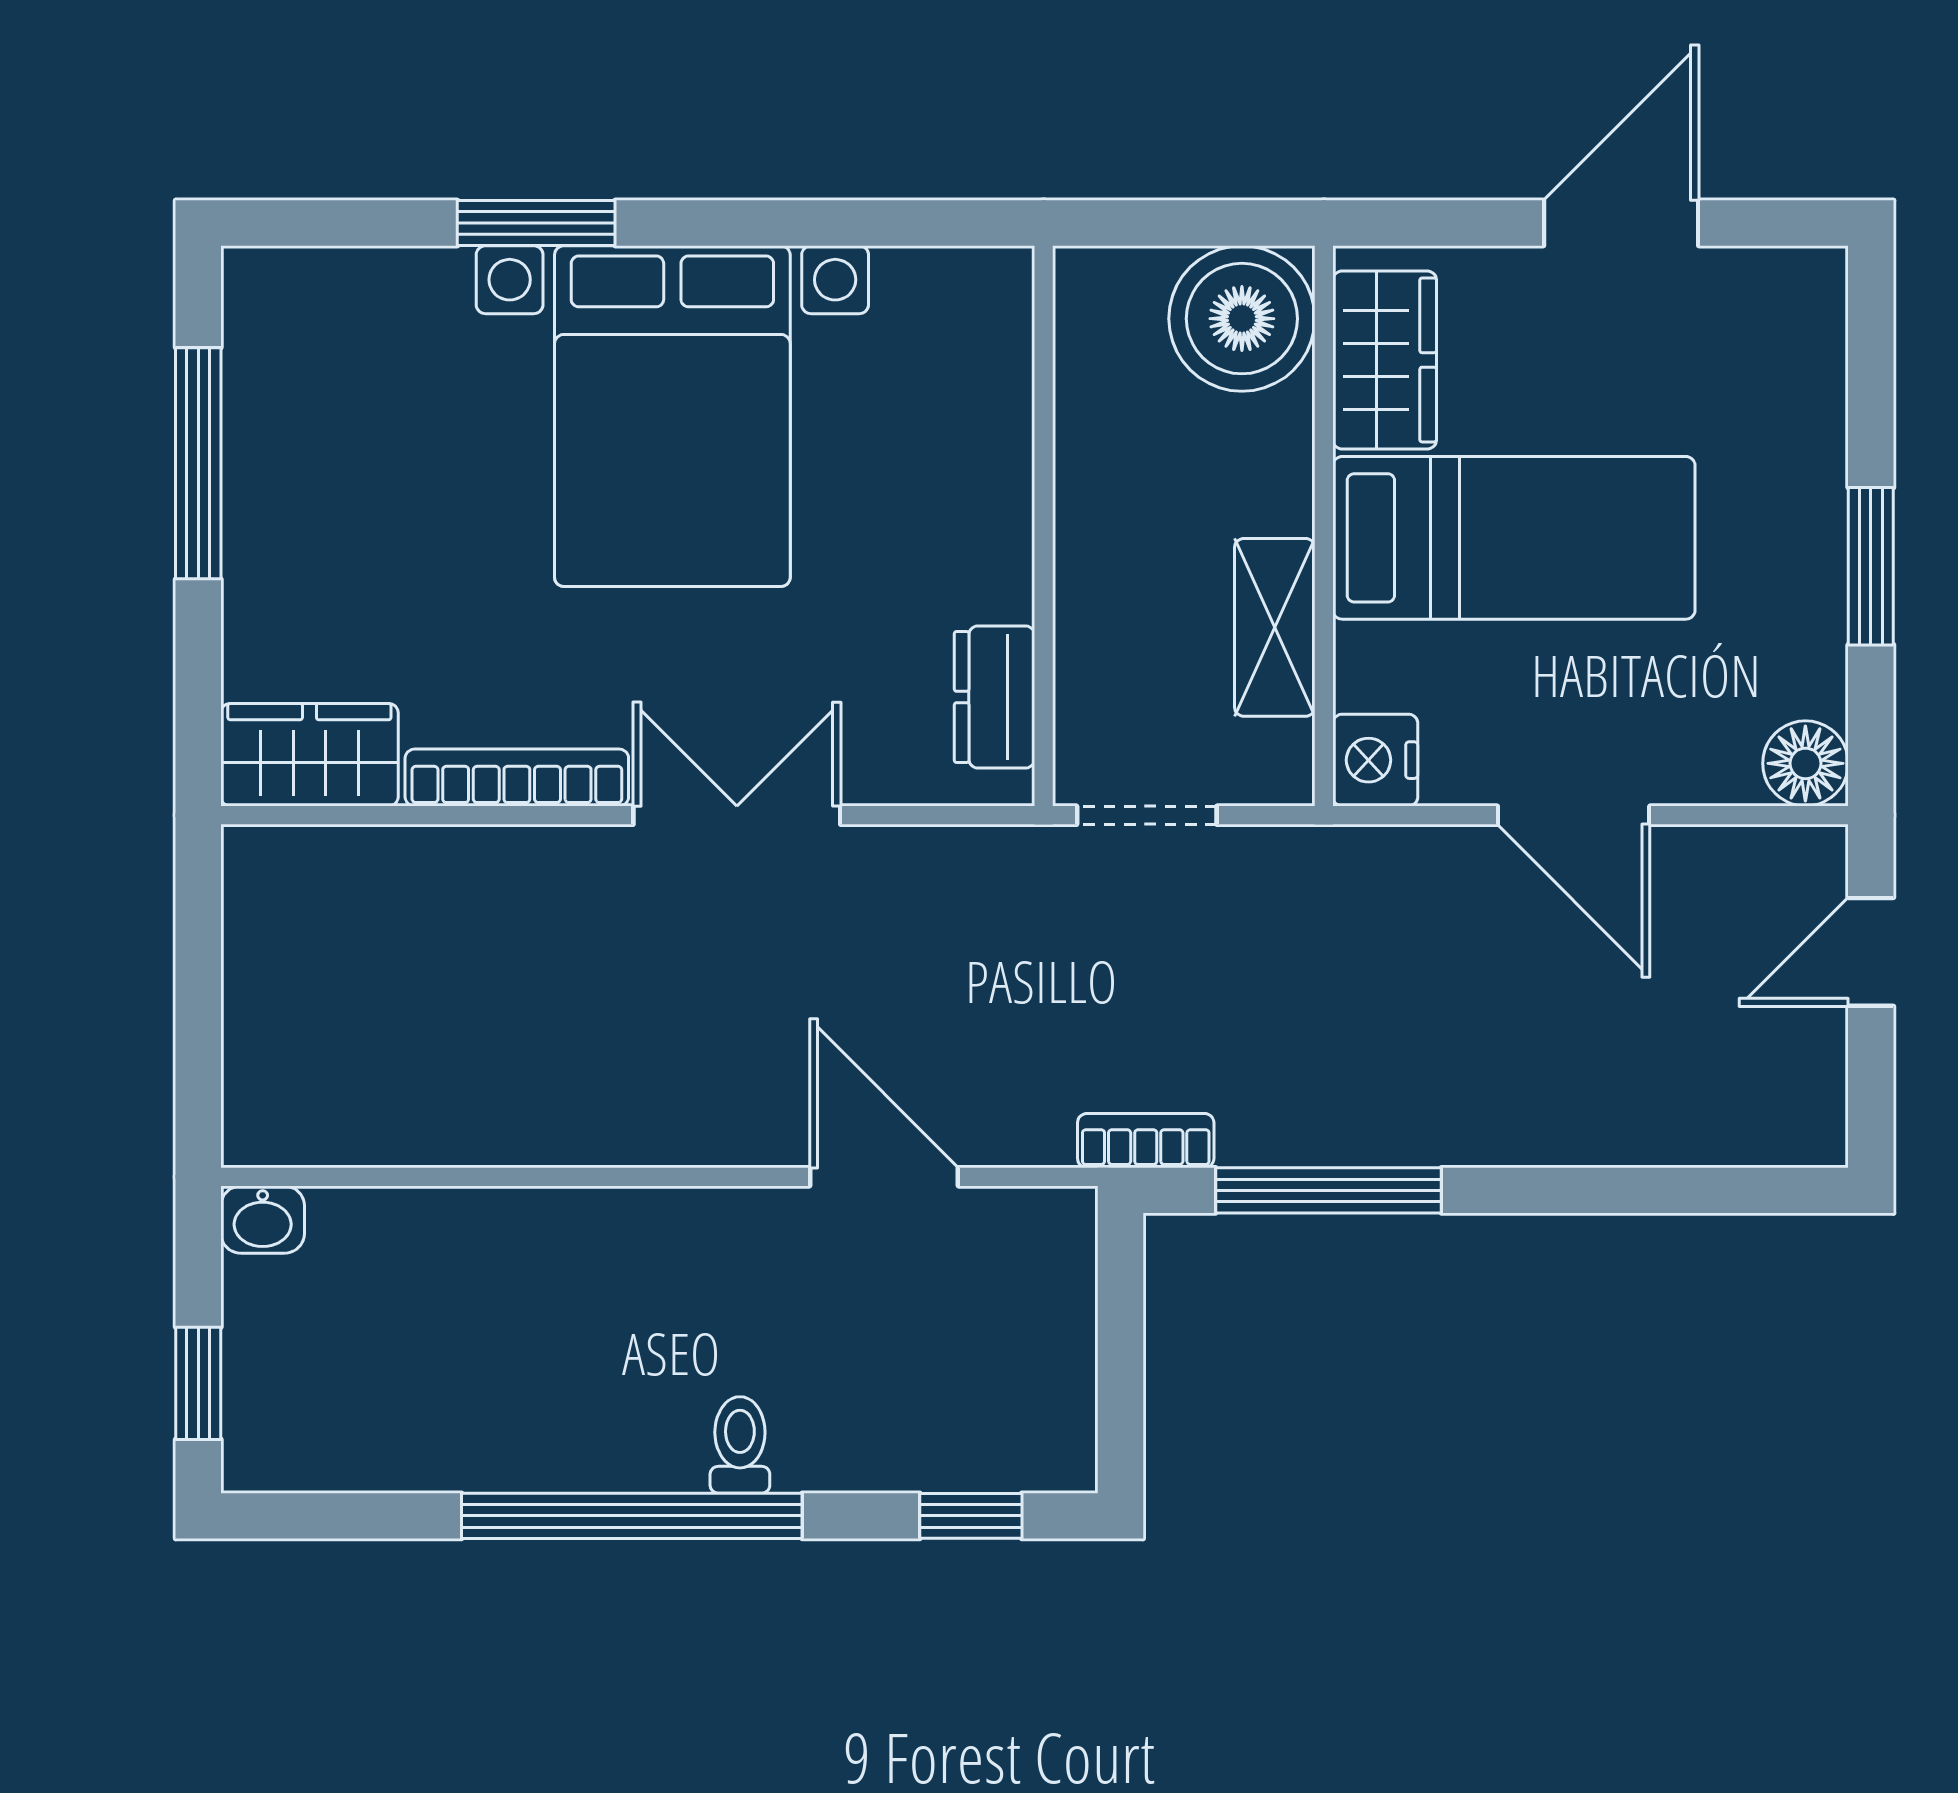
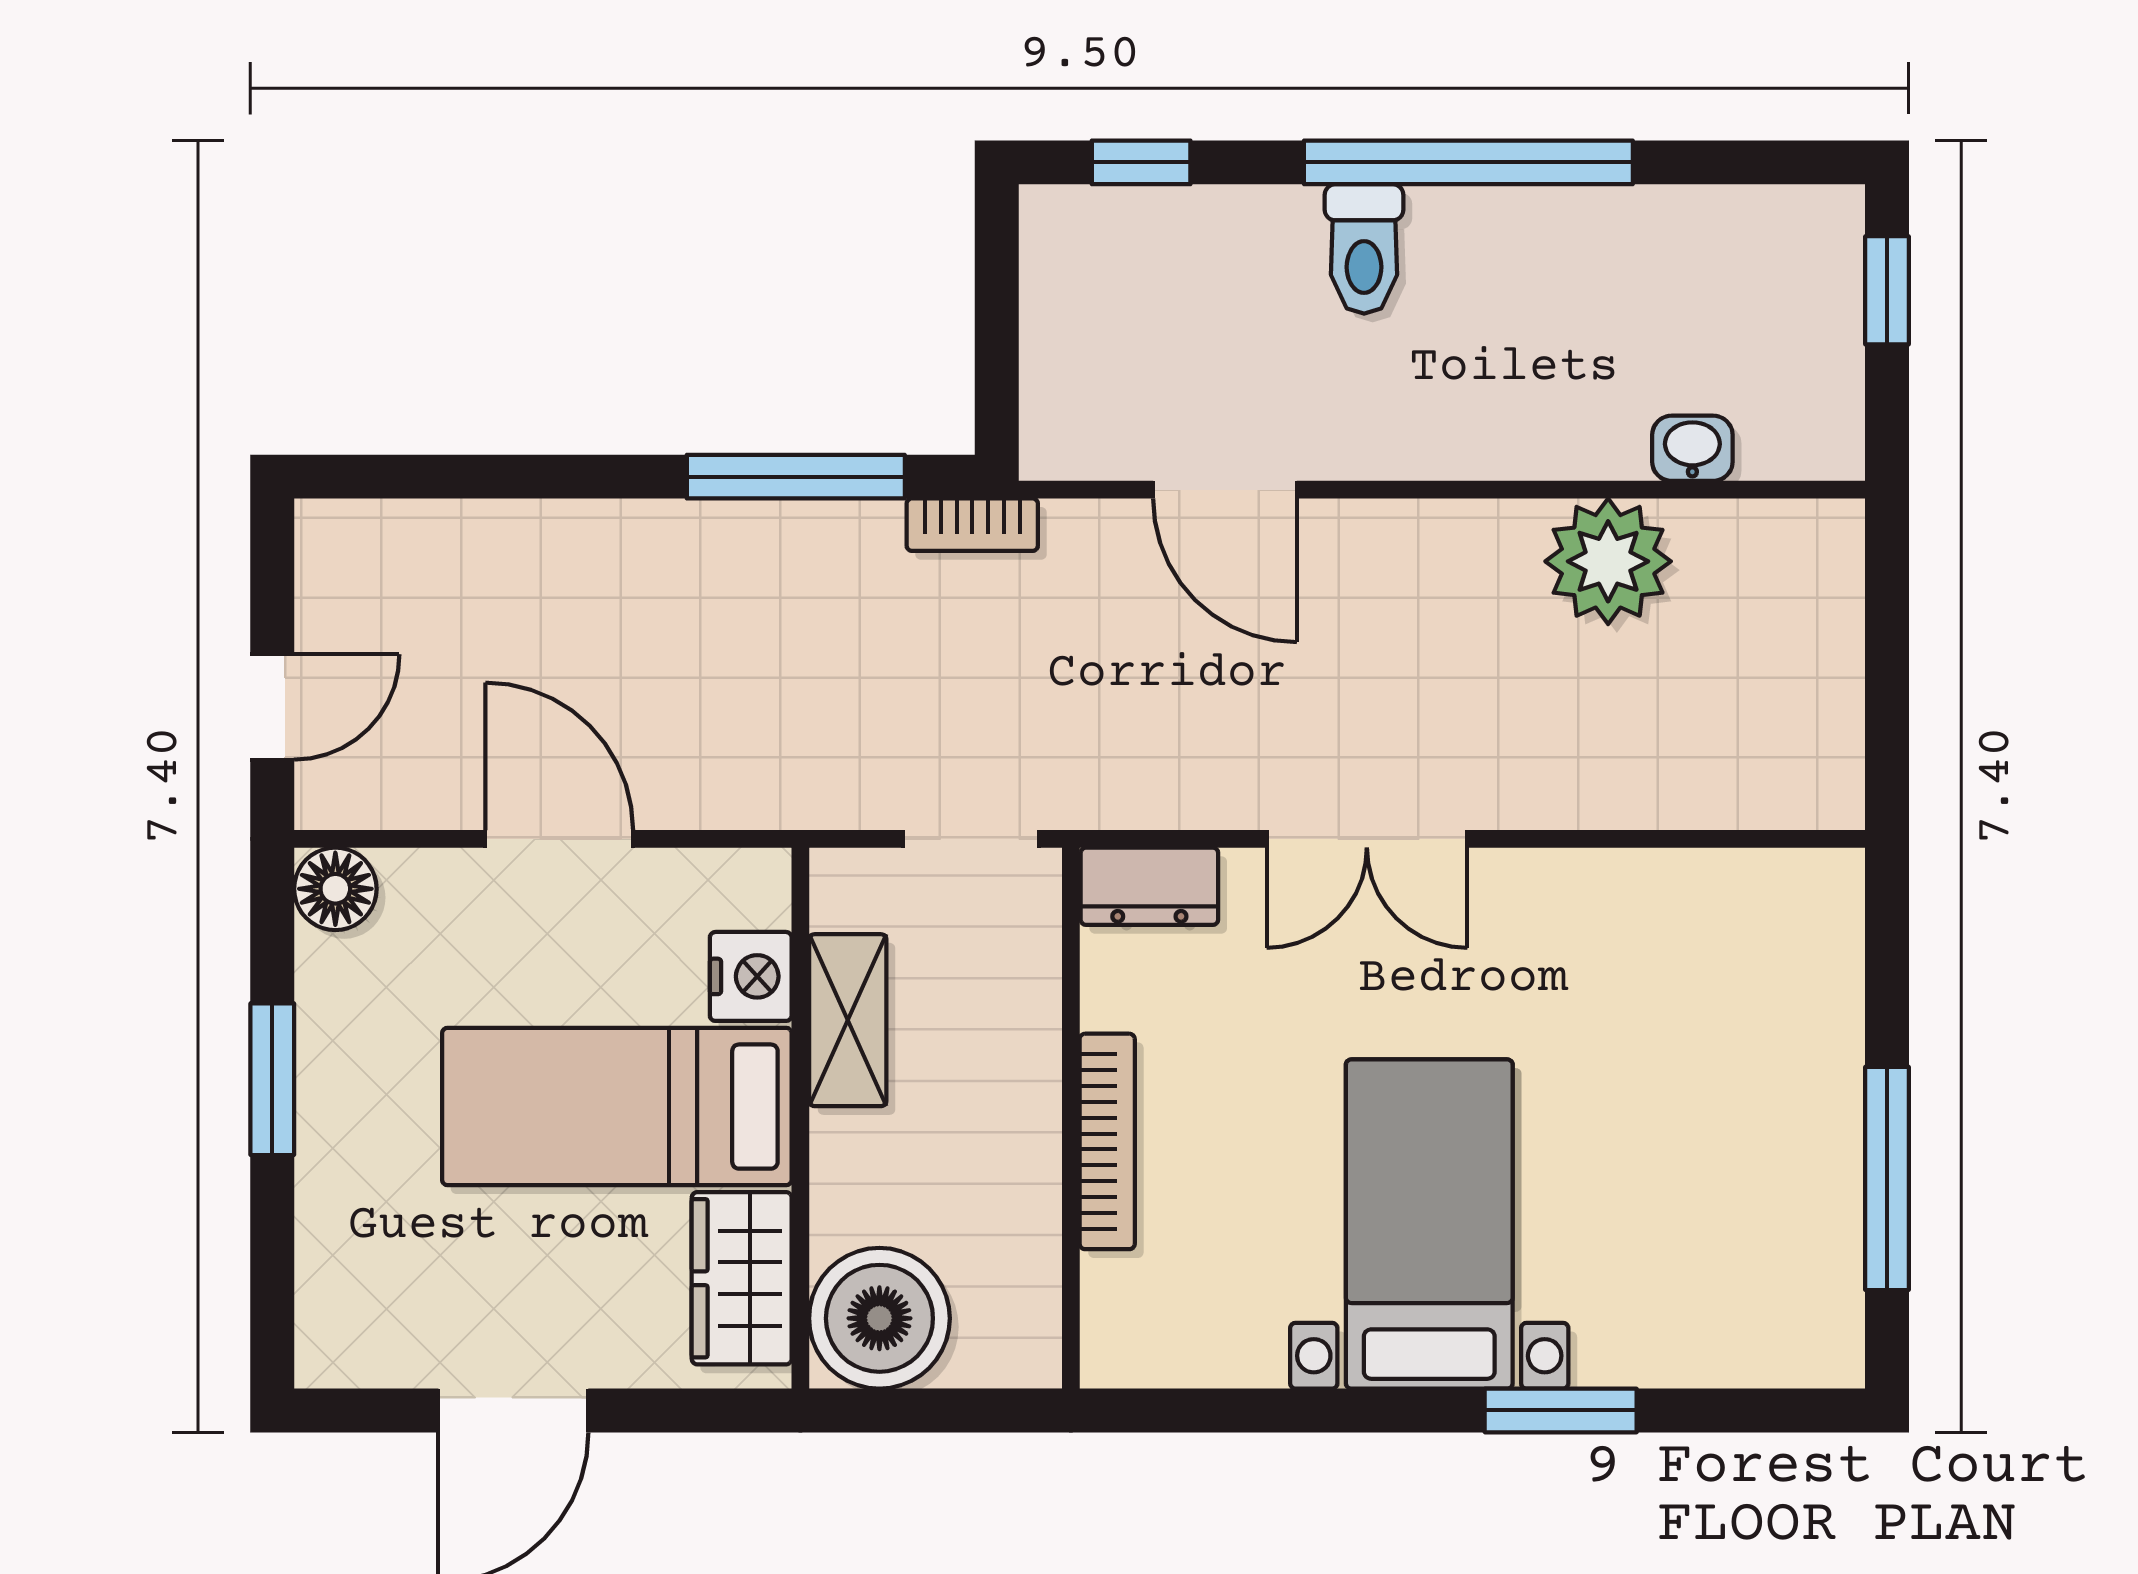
bed with nightstands: (672, 416) -> (1429, 1224), width x0.73
dresser: (994, 697) -> (1149, 886), moved, turned 90
wardrobe: (309, 755) -> (1780, 897), removed
nightstand: (1375, 760) -> (751, 976), moved
bookcase: (517, 778) -> (1107, 1141), moved, turned -90
plant: (487, 1103) -> (1608, 561), added
washbasin: (263, 1220) -> (1692, 448), moved
toilet: (740, 1445) -> (1364, 249), width x1.37, depth x1.39

